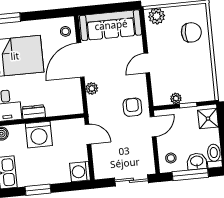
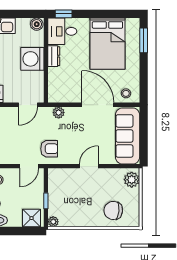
chair: (191, 32) -> (113, 210), turned 96
door: (147, 63) -> (89, 166), hinge flipped
plant: (92, 88) -> (59, 113), moved
plant: (176, 98) -> (53, 222), moved
door: (153, 127) -> (29, 166), hinge flipped

